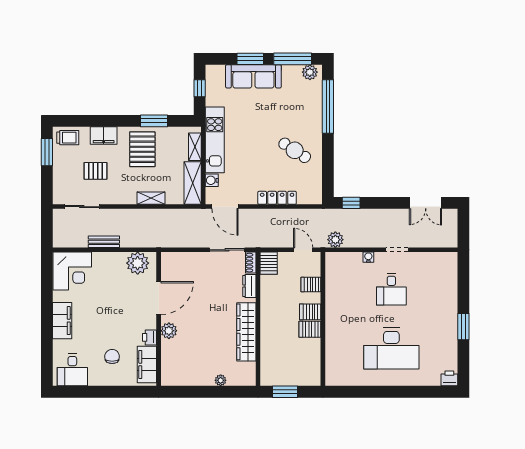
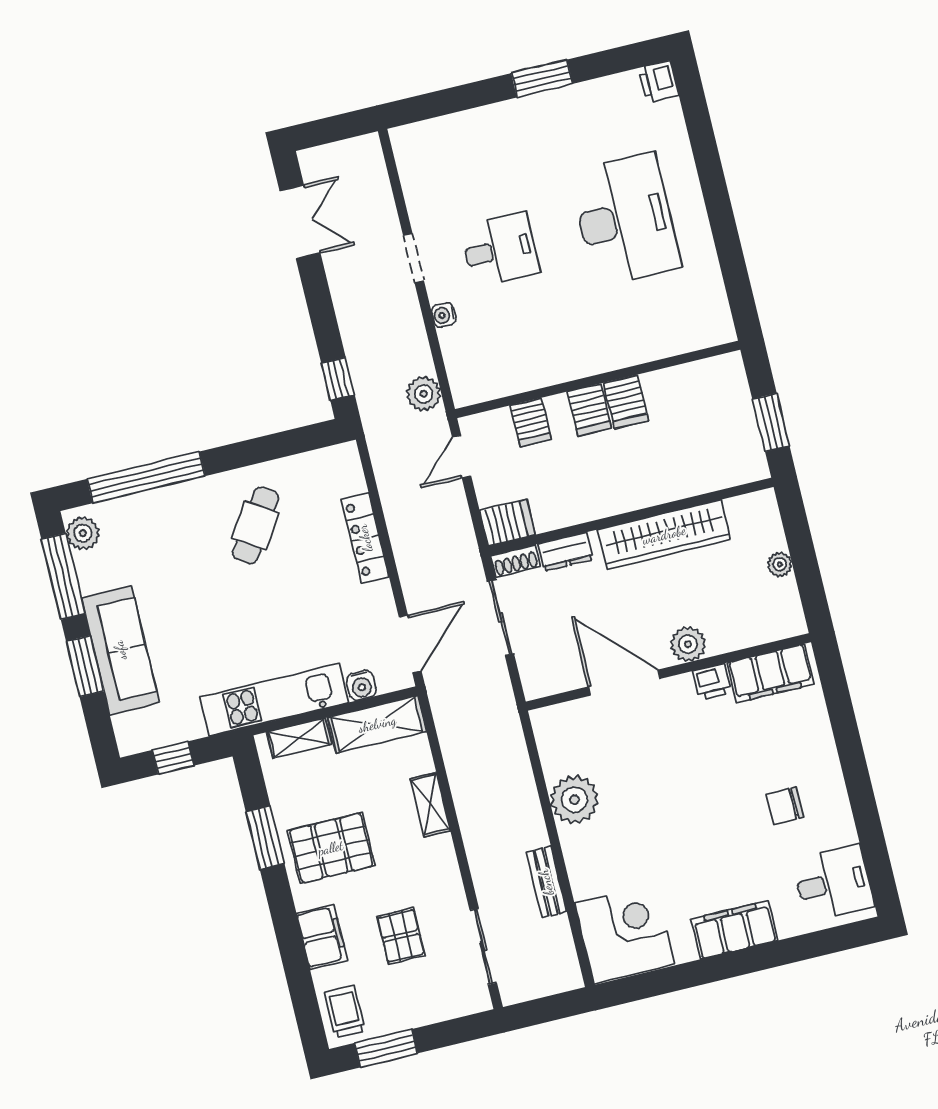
door: (159, 298) -> (624, 683), moved
wall: (159, 319) -> (668, 672), moved
plant: (169, 331) -> (688, 644), moved
printer: (149, 337) -> (712, 682), moved
filing cabinet: (147, 364) -> (771, 673), moved

